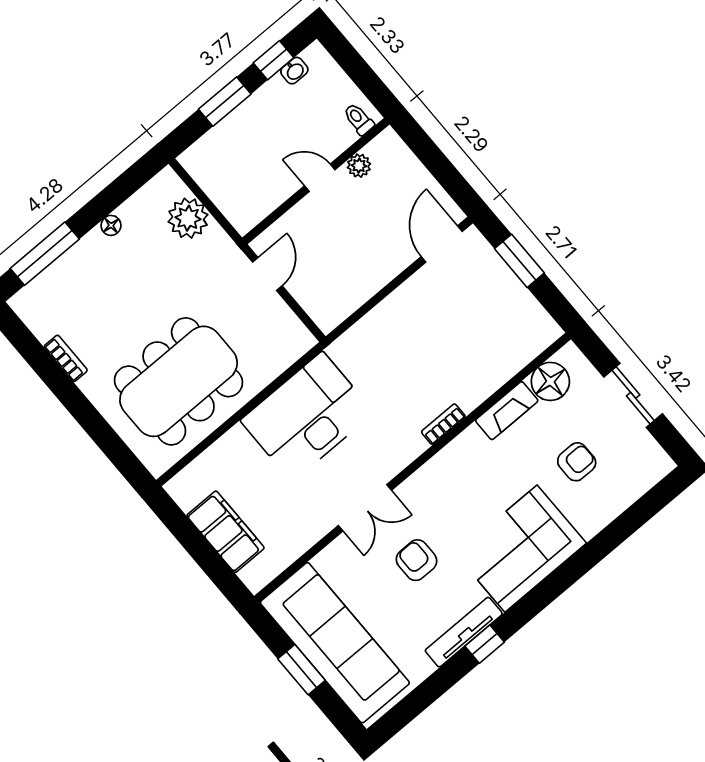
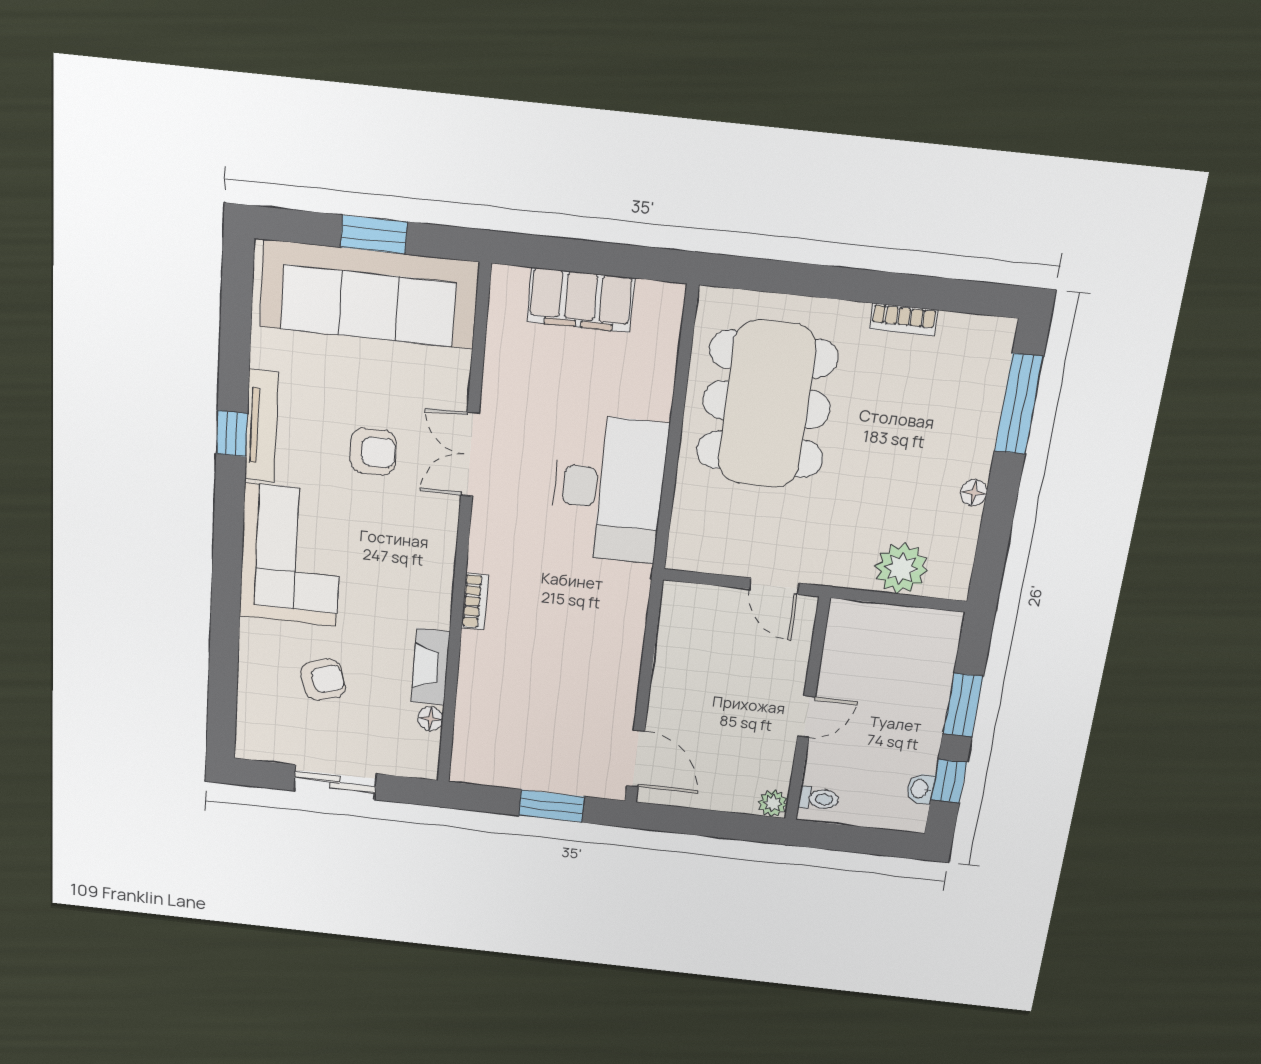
plant: (359, 166) -> (773, 803), moved
floor lamp: (550, 381) -> (430, 719), width x0.53, depth x0.53
armchair: (577, 462) -> (323, 680), turned -107

